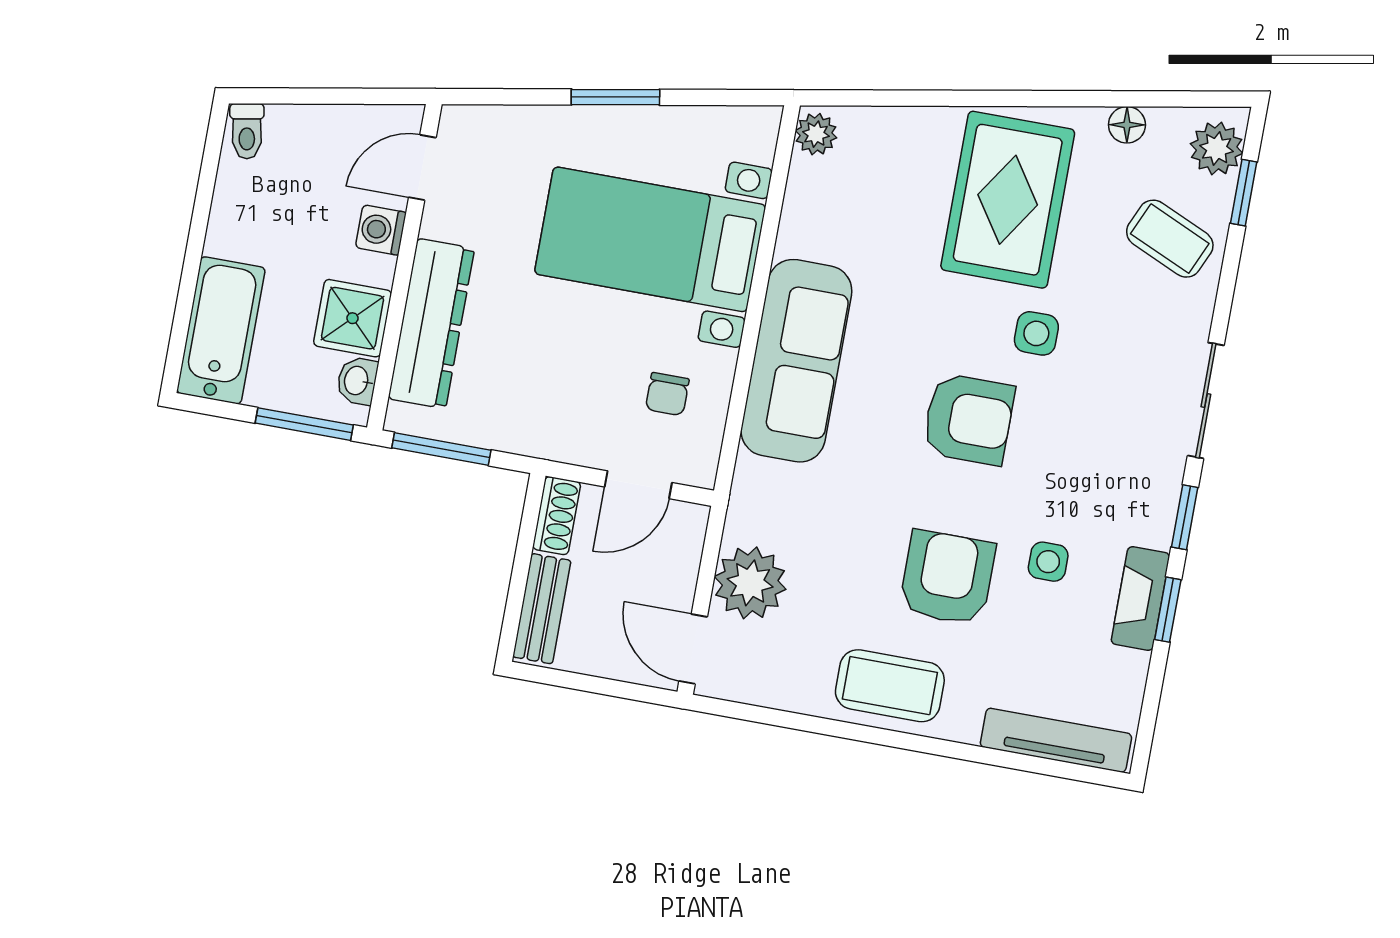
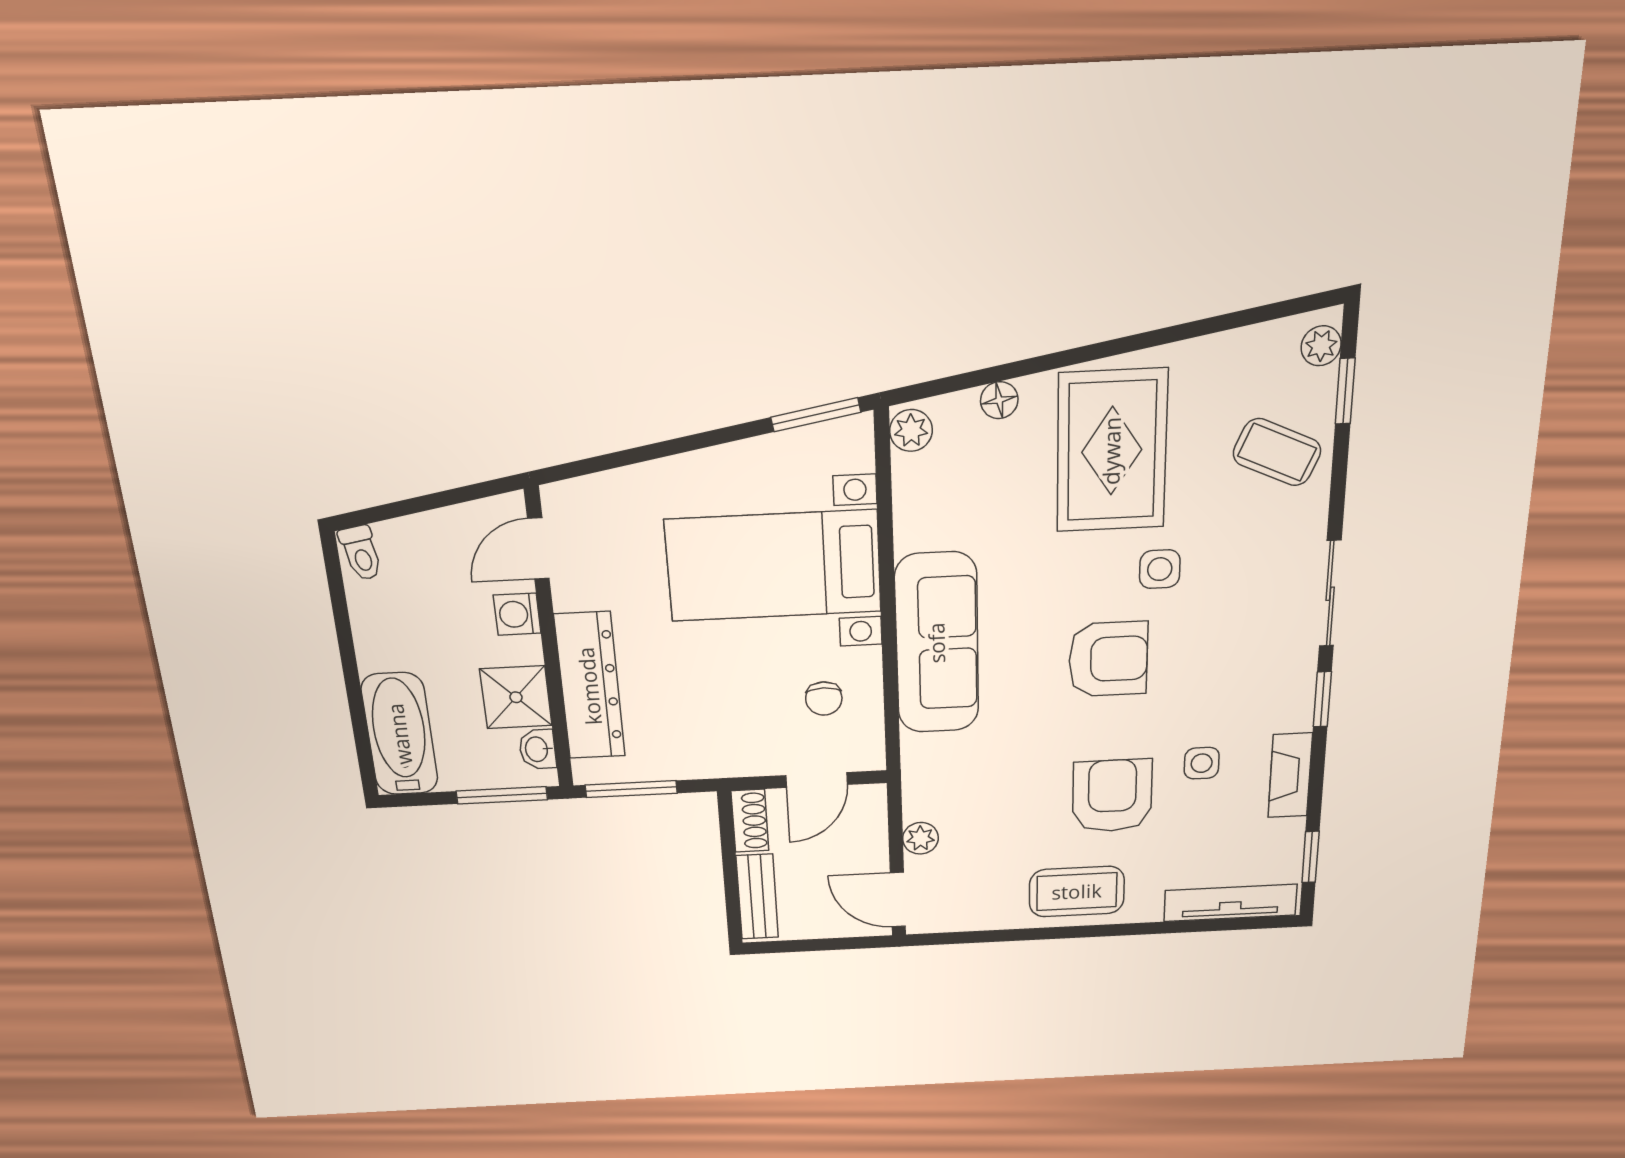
window: (615, 97) -> (816, 415), moved
floor lamp: (1127, 125) -> (999, 400), moved
plant: (1217, 148) -> (1321, 346), width x0.73, depth x0.73
plant: (750, 583) -> (920, 838), width x0.53, depth x0.53
window: (1168, 610) -> (1311, 857), moved

